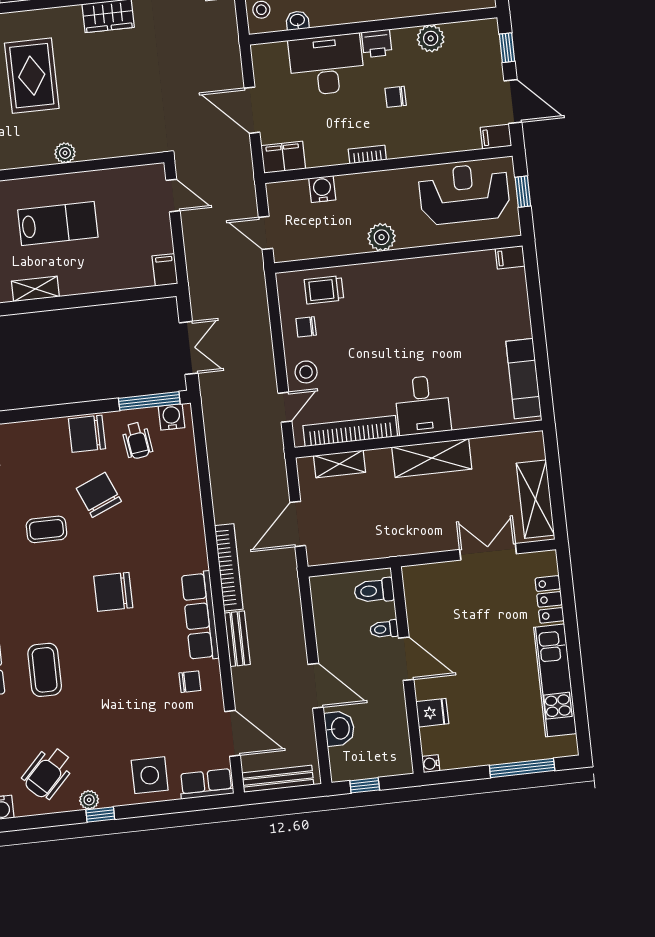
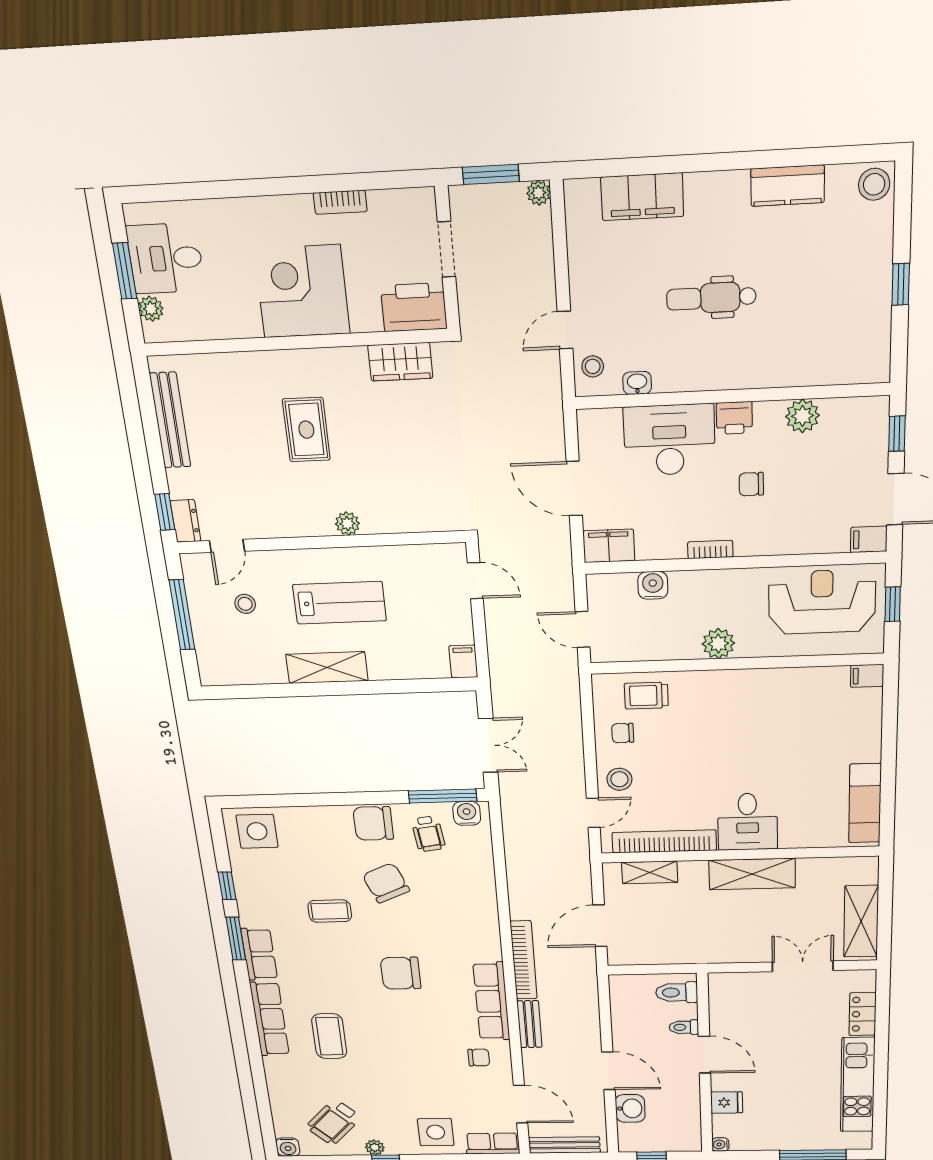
rug: (32, 76) -> (306, 430), width x0.73, depth x0.70
shelving: (35, 289) -> (327, 668), width x1.50, depth x1.33

